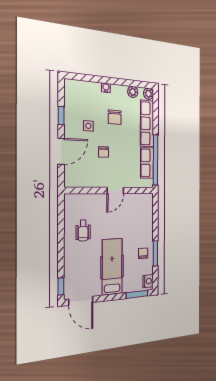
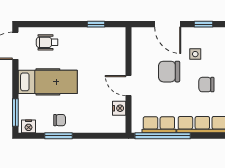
chair: (104, 152) -> (169, 72), width x1.87, depth x1.87
nightstand: (134, 199) -> (119, 108), added
wheelchair: (83, 230) -> (47, 42), moved
window: (61, 286) -> (96, 24), moved

